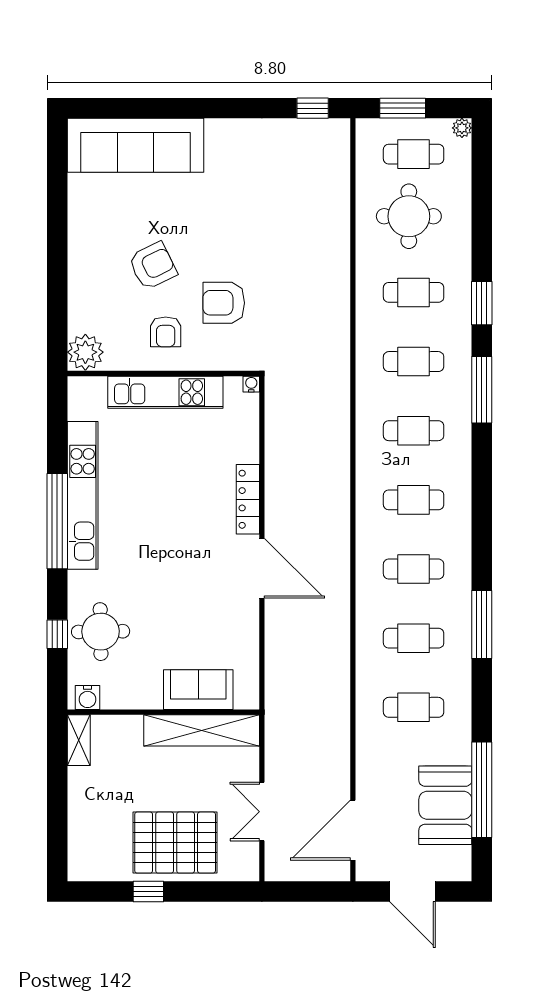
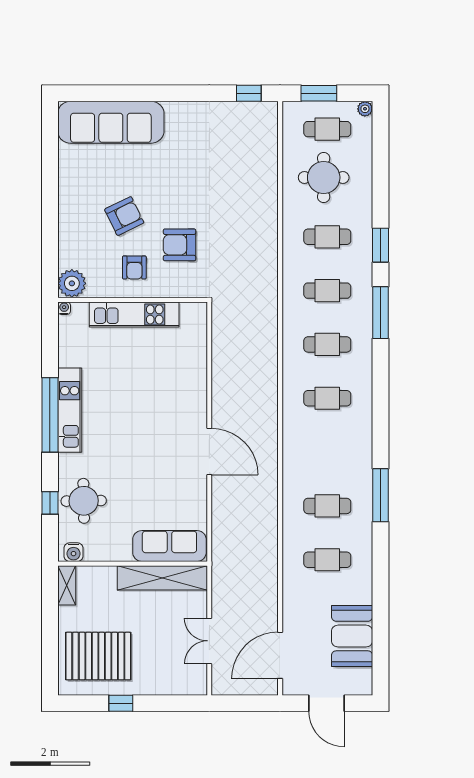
water cooler: (251, 384) -> (64, 308), moved
kitchen unit: (83, 495) -> (70, 410), width x0.73
locker: (248, 499) -> (198, 398), removed
cafe table: (414, 569) -> (327, 452), removed
sofa: (198, 690) -> (169, 546), width x1.36
window: (482, 790) -> (380, 624), removed
pallet: (175, 843) -> (98, 656), moved

